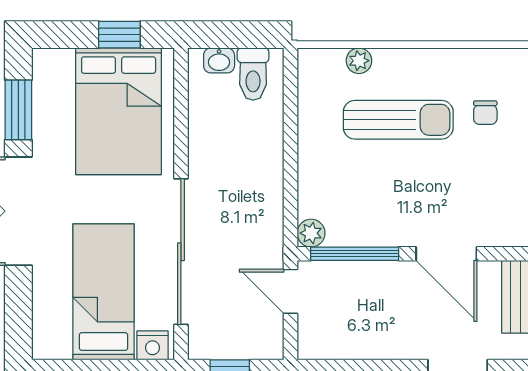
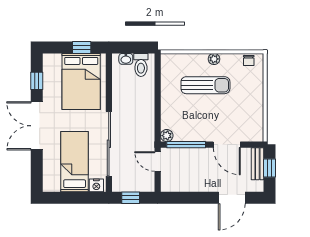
plant: (359, 61) -> (214, 59), moved
window: (18, 110) -> (37, 81), width x0.67
chair: (485, 113) -> (249, 60), moved

